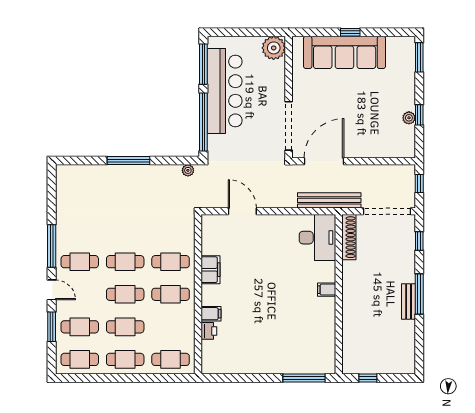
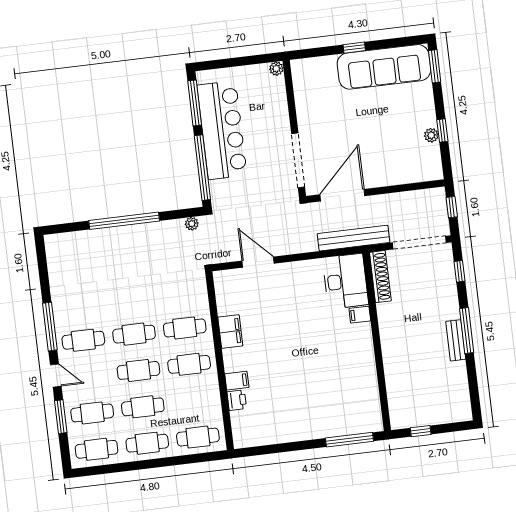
plant: (274, 48) -> (276, 69), width x0.53, depth x0.53
sofa: (345, 52) -> (384, 67), moved
window: (129, 161) -> (124, 221), width x1.46
filing cabinet: (327, 290) -> (360, 315), moved

